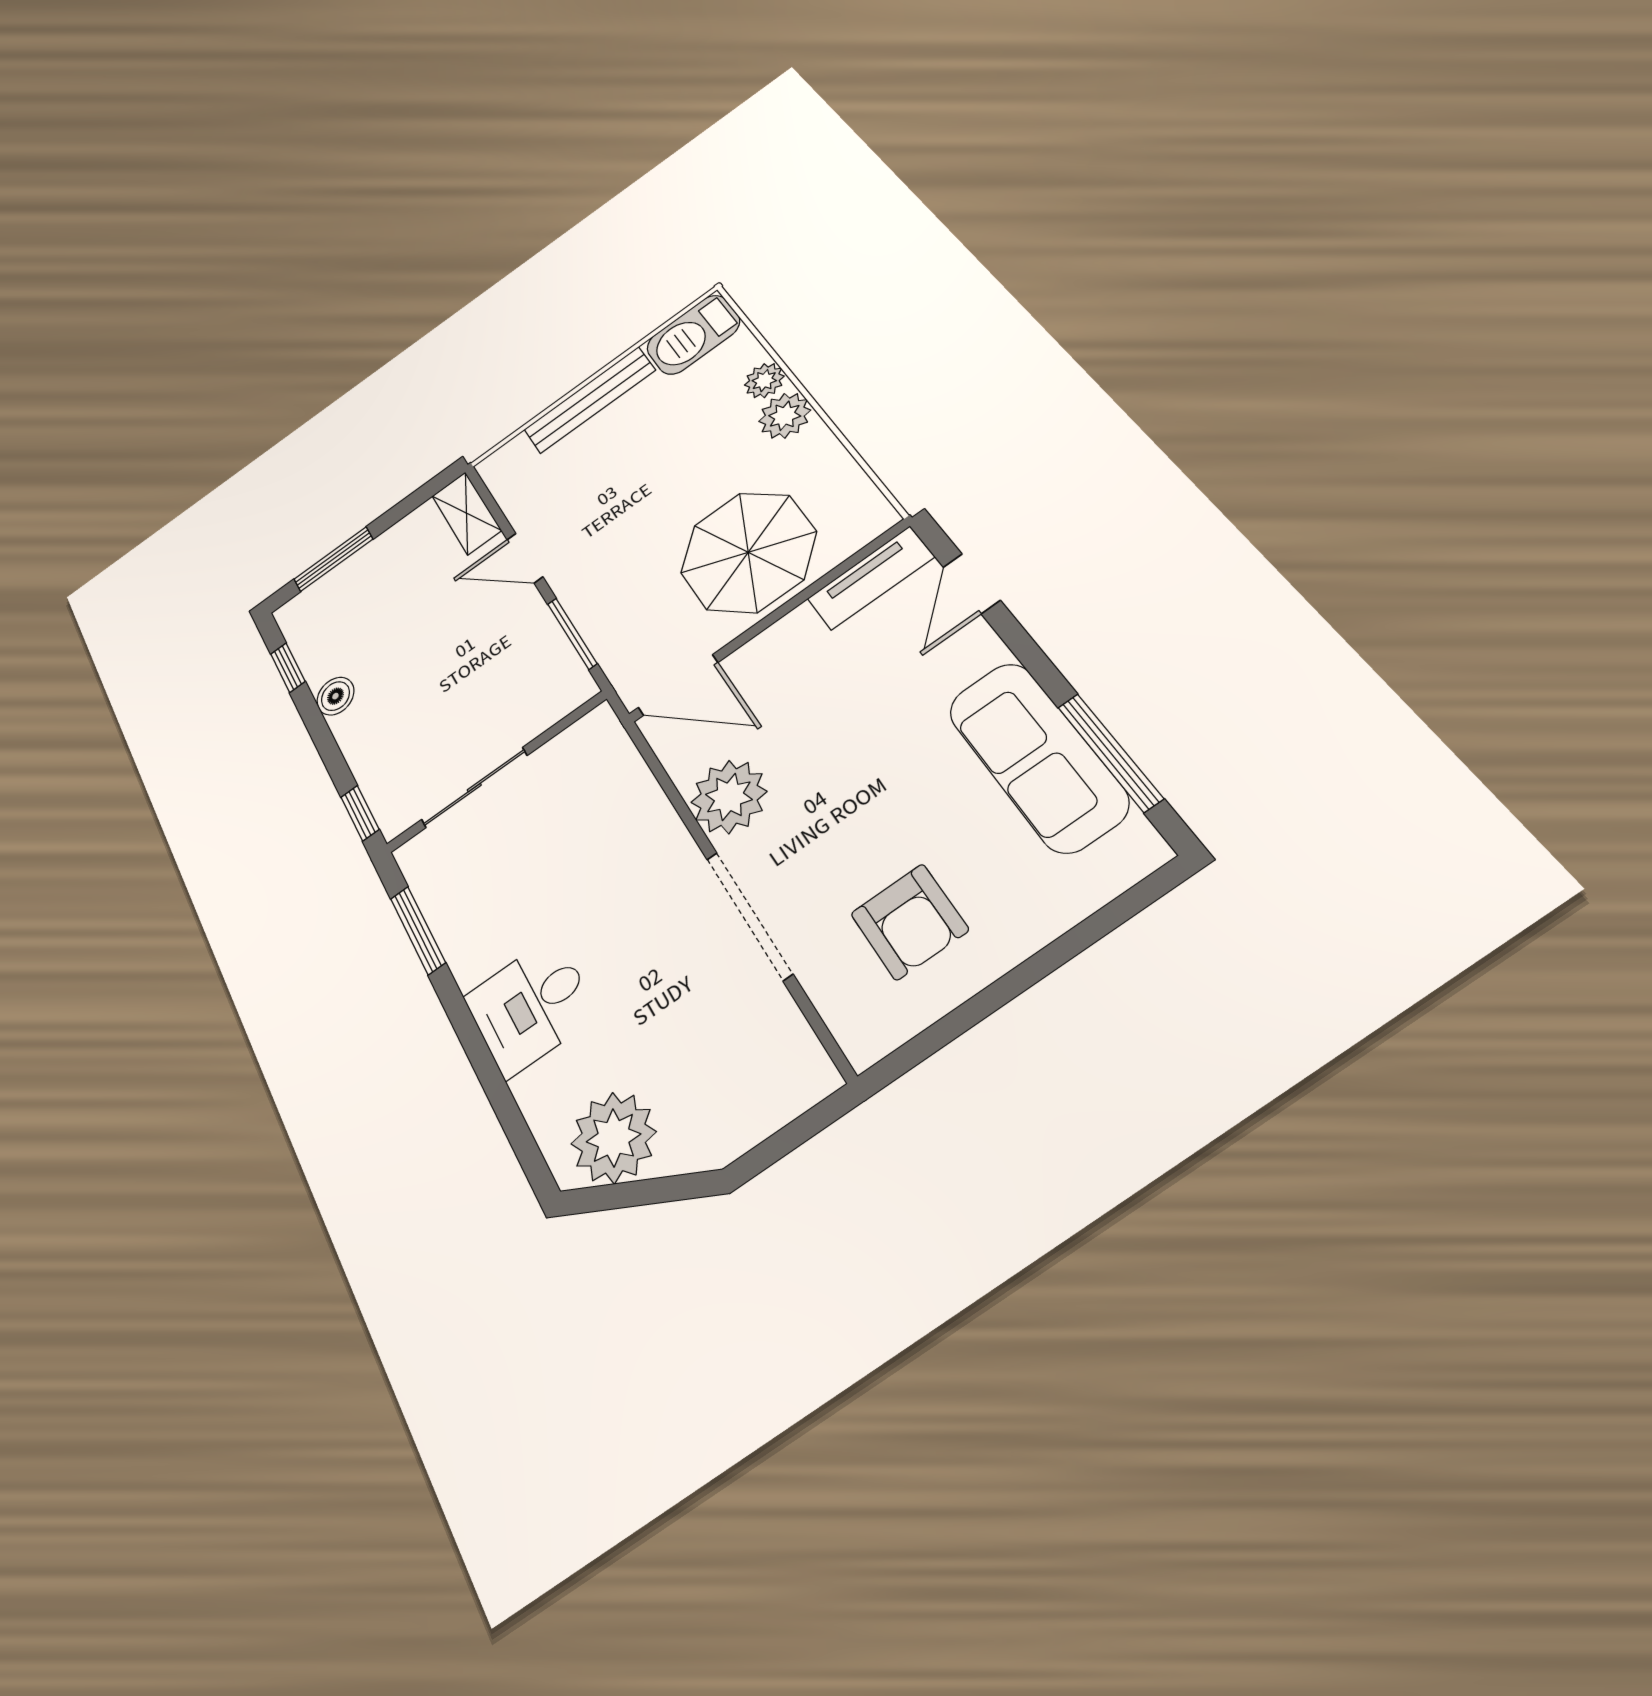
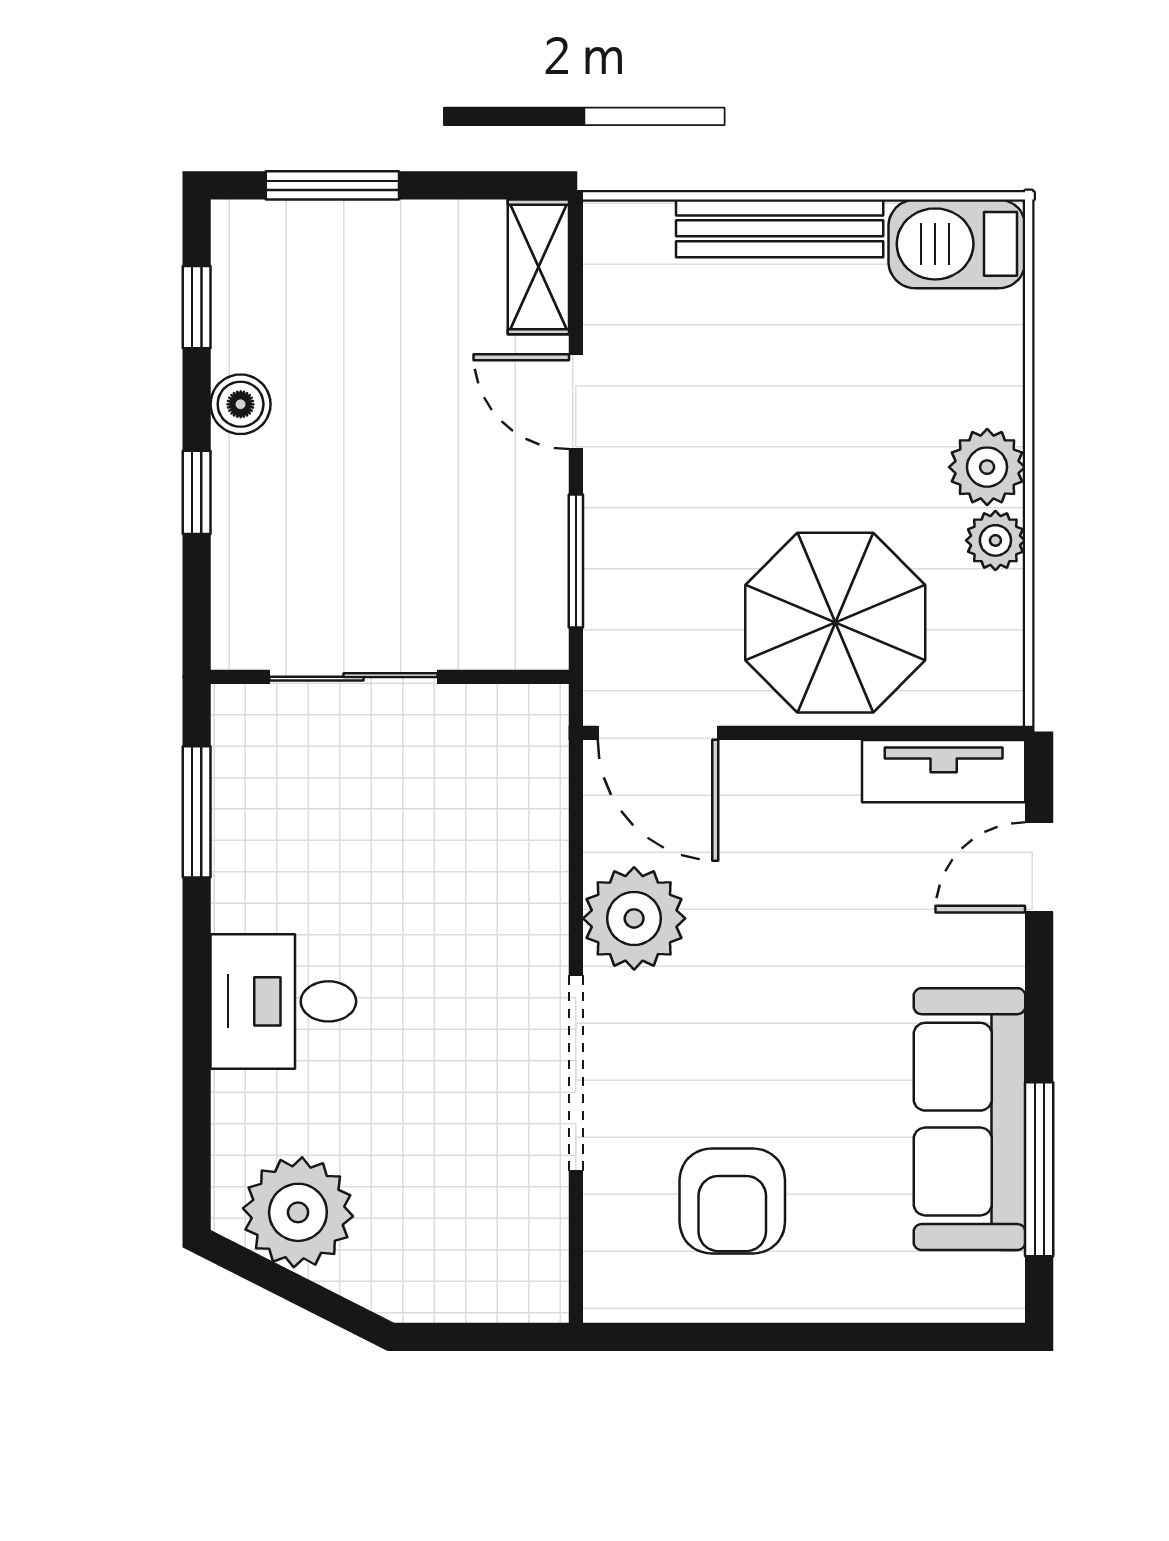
plant: (764, 381) -> (995, 540), moved
window: (360, 813) -> (197, 492), moved

